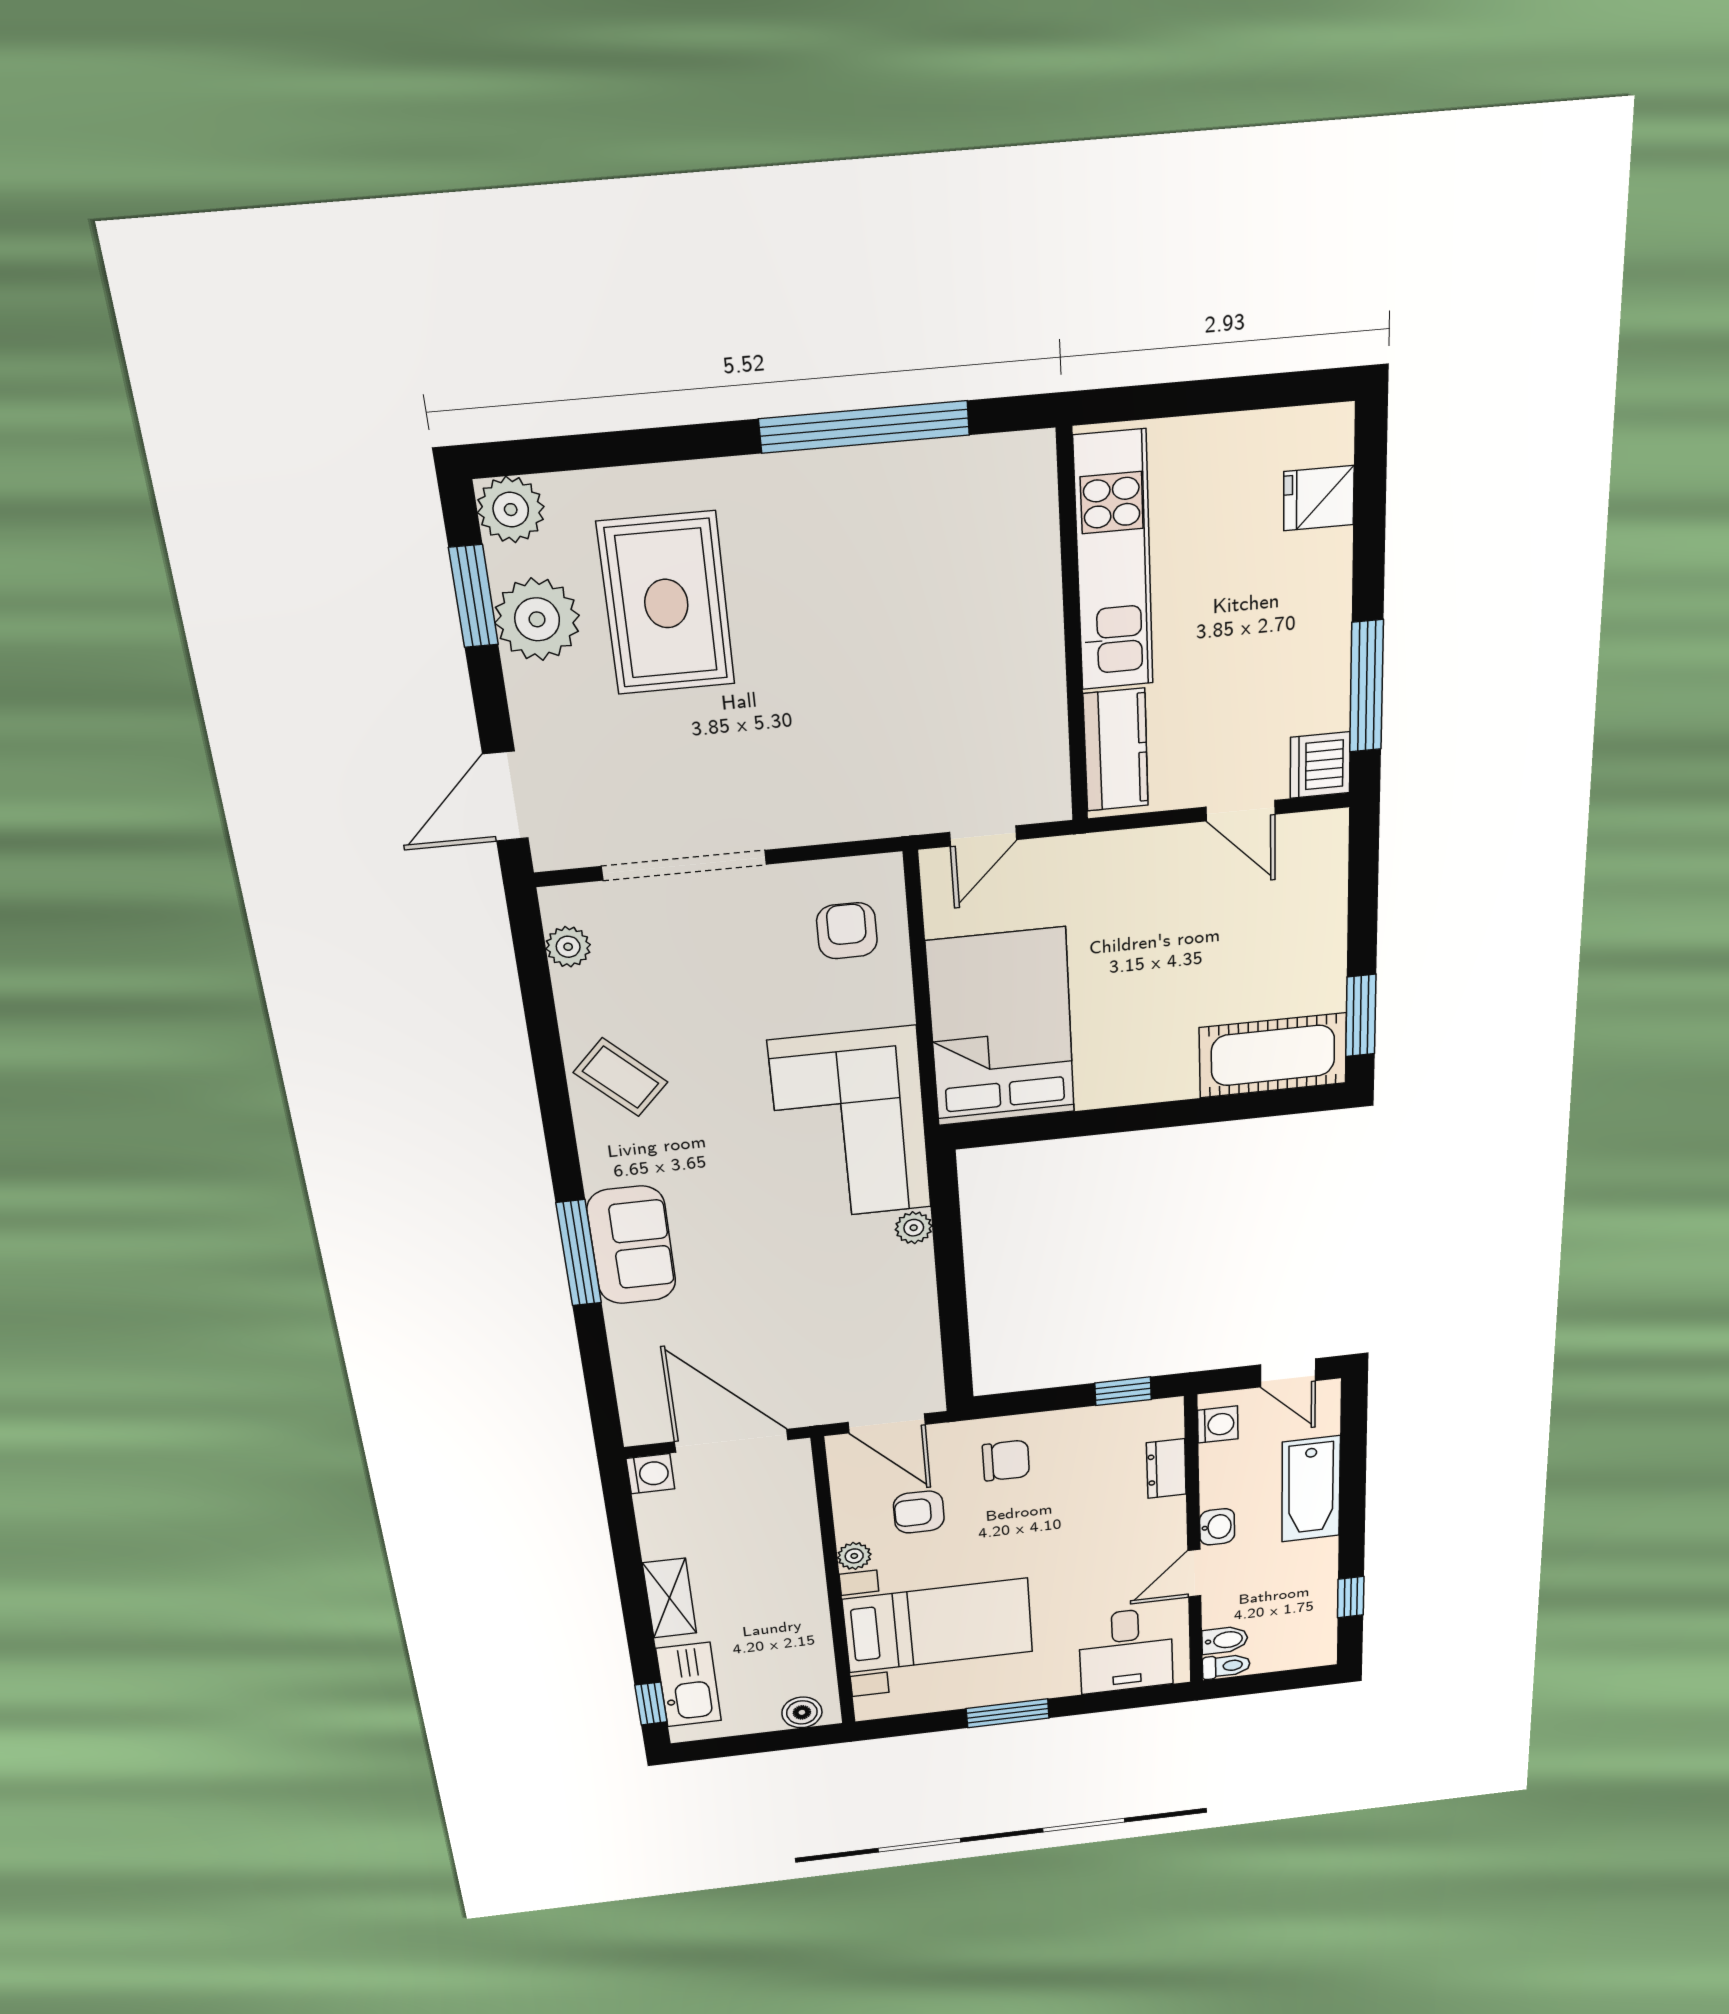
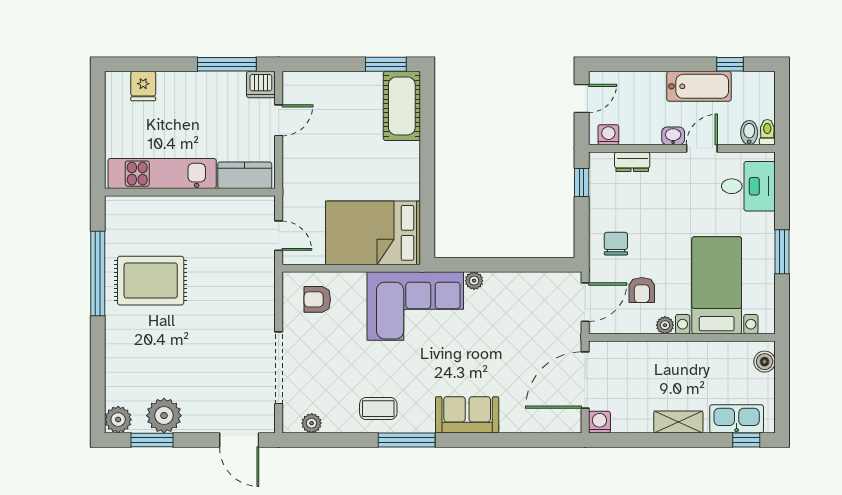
rug: (666, 604) -> (151, 281), moved
coffee table: (621, 1077) -> (378, 409), turned 46
window: (579, 1253) -> (407, 440), moved
bathtub: (1311, 1489) -> (699, 86), moved
door: (1194, 1573) -> (702, 148), swing flipped

